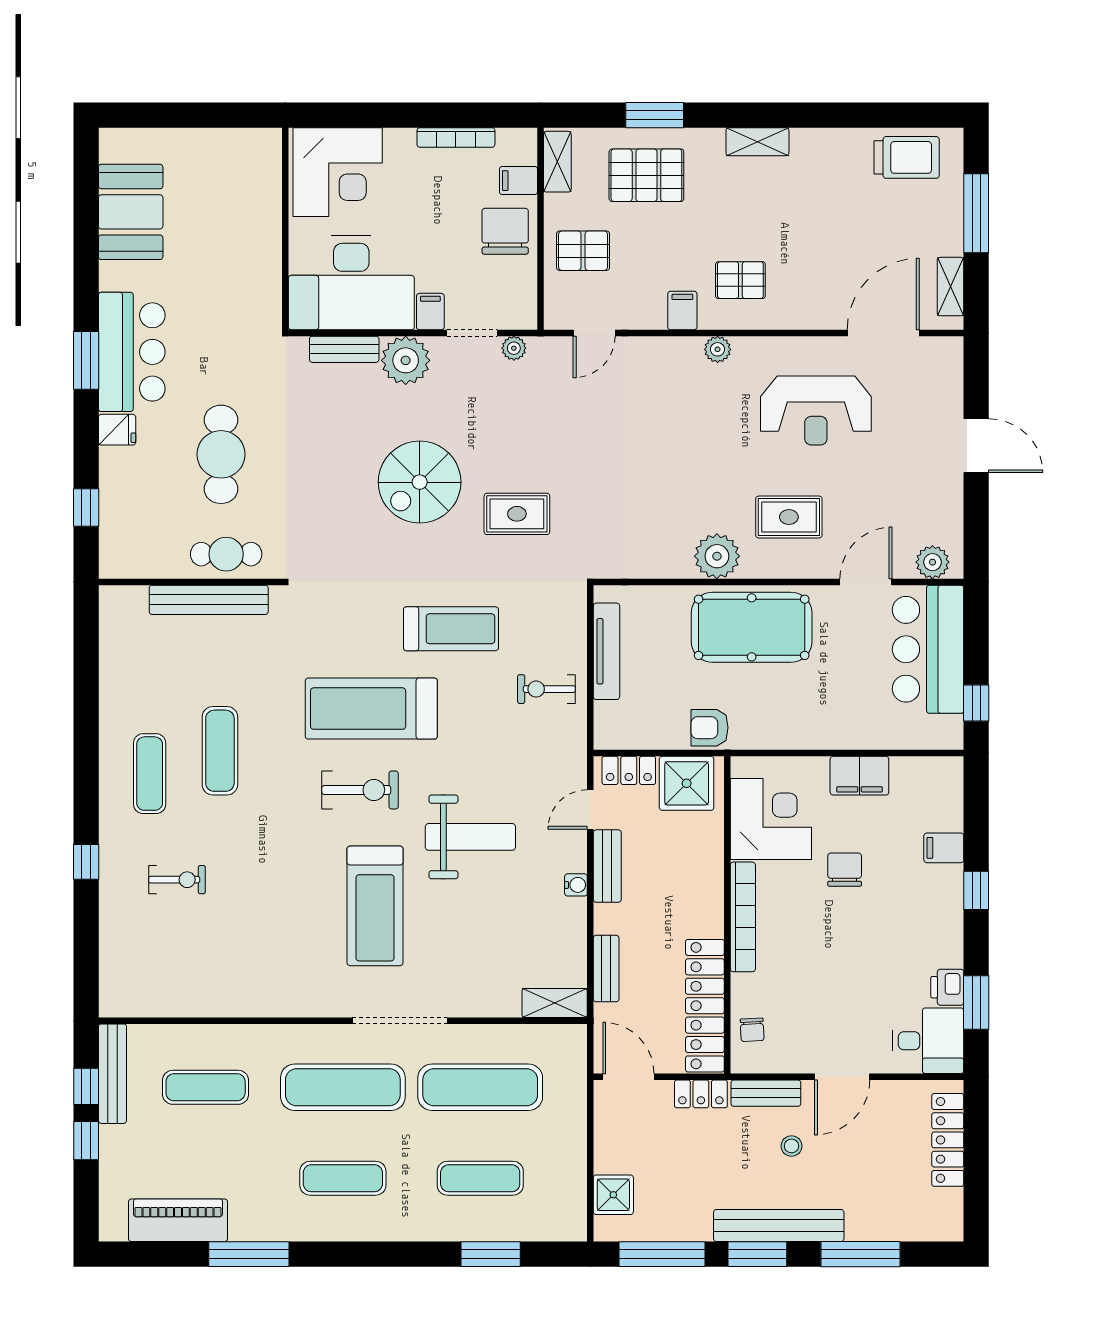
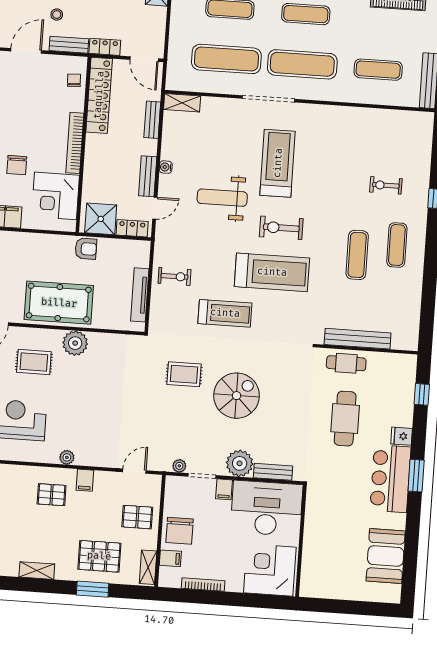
treadmill: (451, 629) -> (225, 313), turned 180

